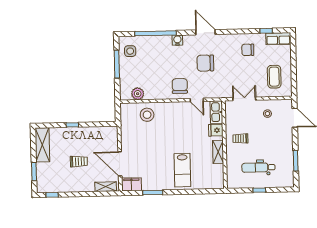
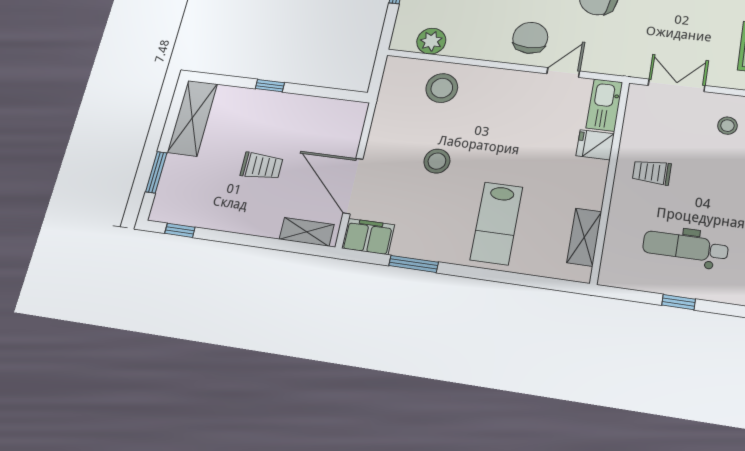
door: (197, 100) -> (563, 72), swing flipped
stool: (152, 148) -> (437, 161), added
shelving: (218, 152) -> (584, 237), moved

